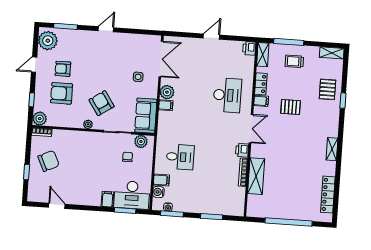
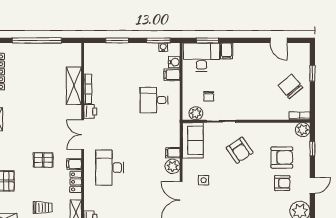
plant: (88, 124) -> (252, 127), removed
chair: (49, 161) -> (290, 86), turned 75

